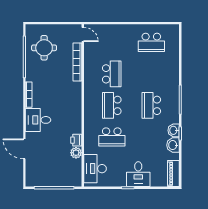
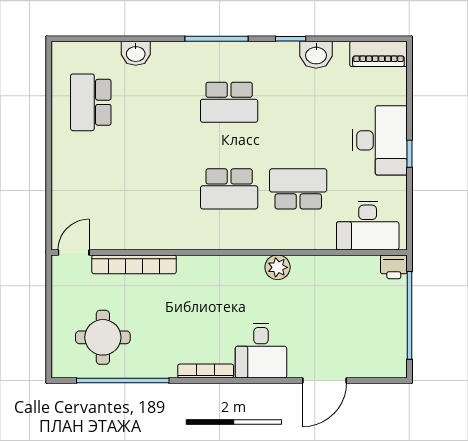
school desk: (151, 42) -> (91, 102), turned 180
school desk: (112, 74) -> (160, 189), removed
washbasin: (174, 130) -> (136, 53), moved
school desk: (112, 137) -> (298, 189), turned -90
printer: (76, 140) -> (394, 267), moved
plant: (76, 153) -> (278, 267), moved
desk: (138, 174) -> (380, 140), width x1.37

